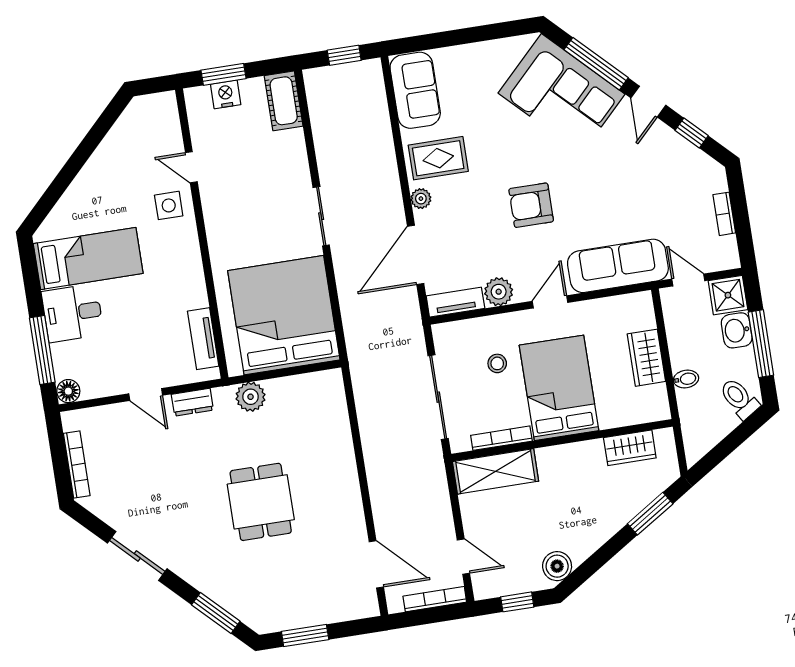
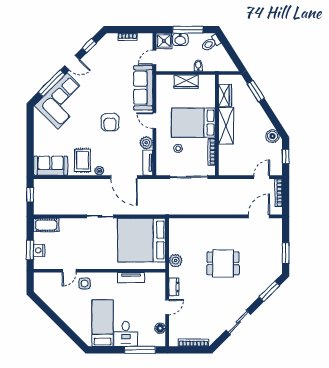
tv unit: (203, 339) -> (131, 278), moved
floor lamp: (68, 391) -> (160, 328), moved
shelving: (495, 471) -> (226, 126), moved

